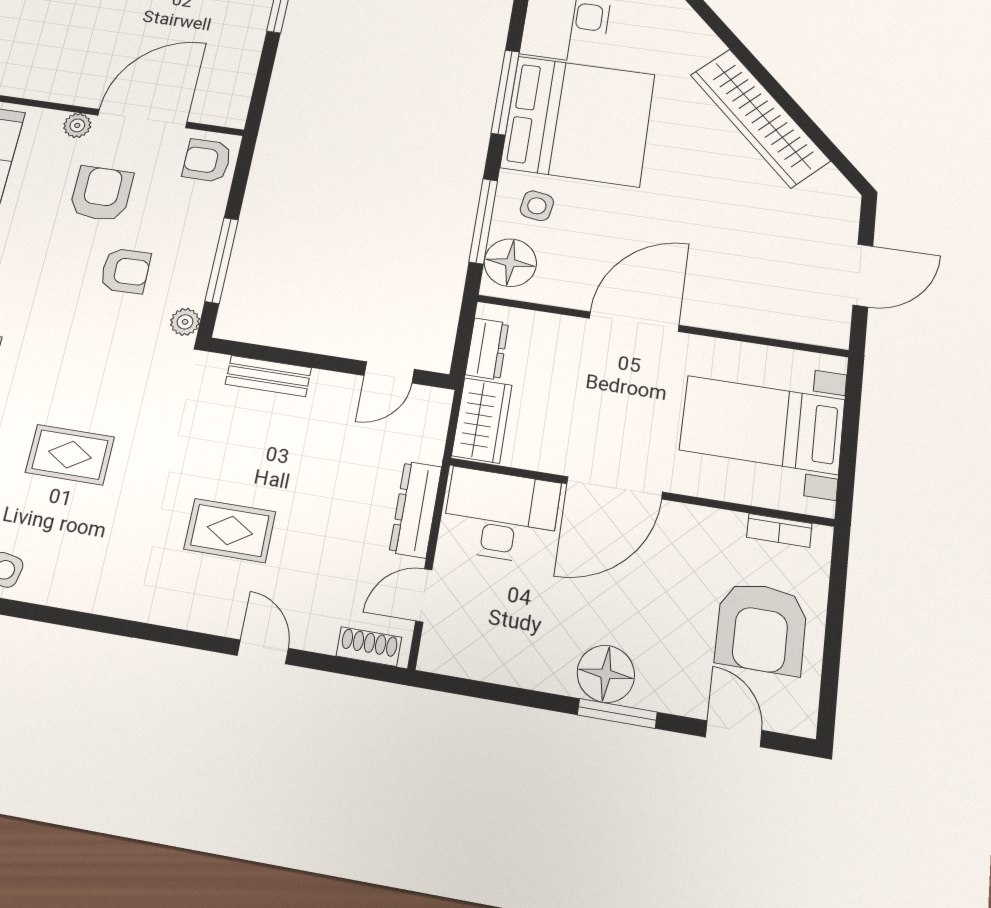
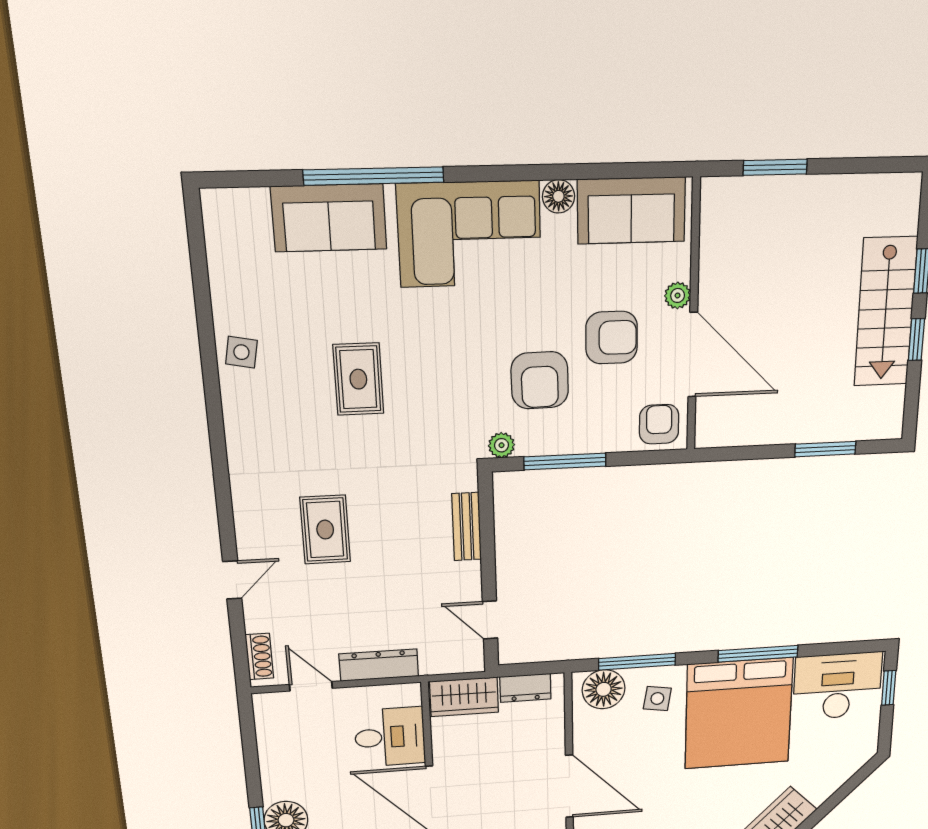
armchair: (125, 271) -> (540, 380), width x1.38, depth x1.38
desk: (501, 516) -> (390, 737), width x0.73

